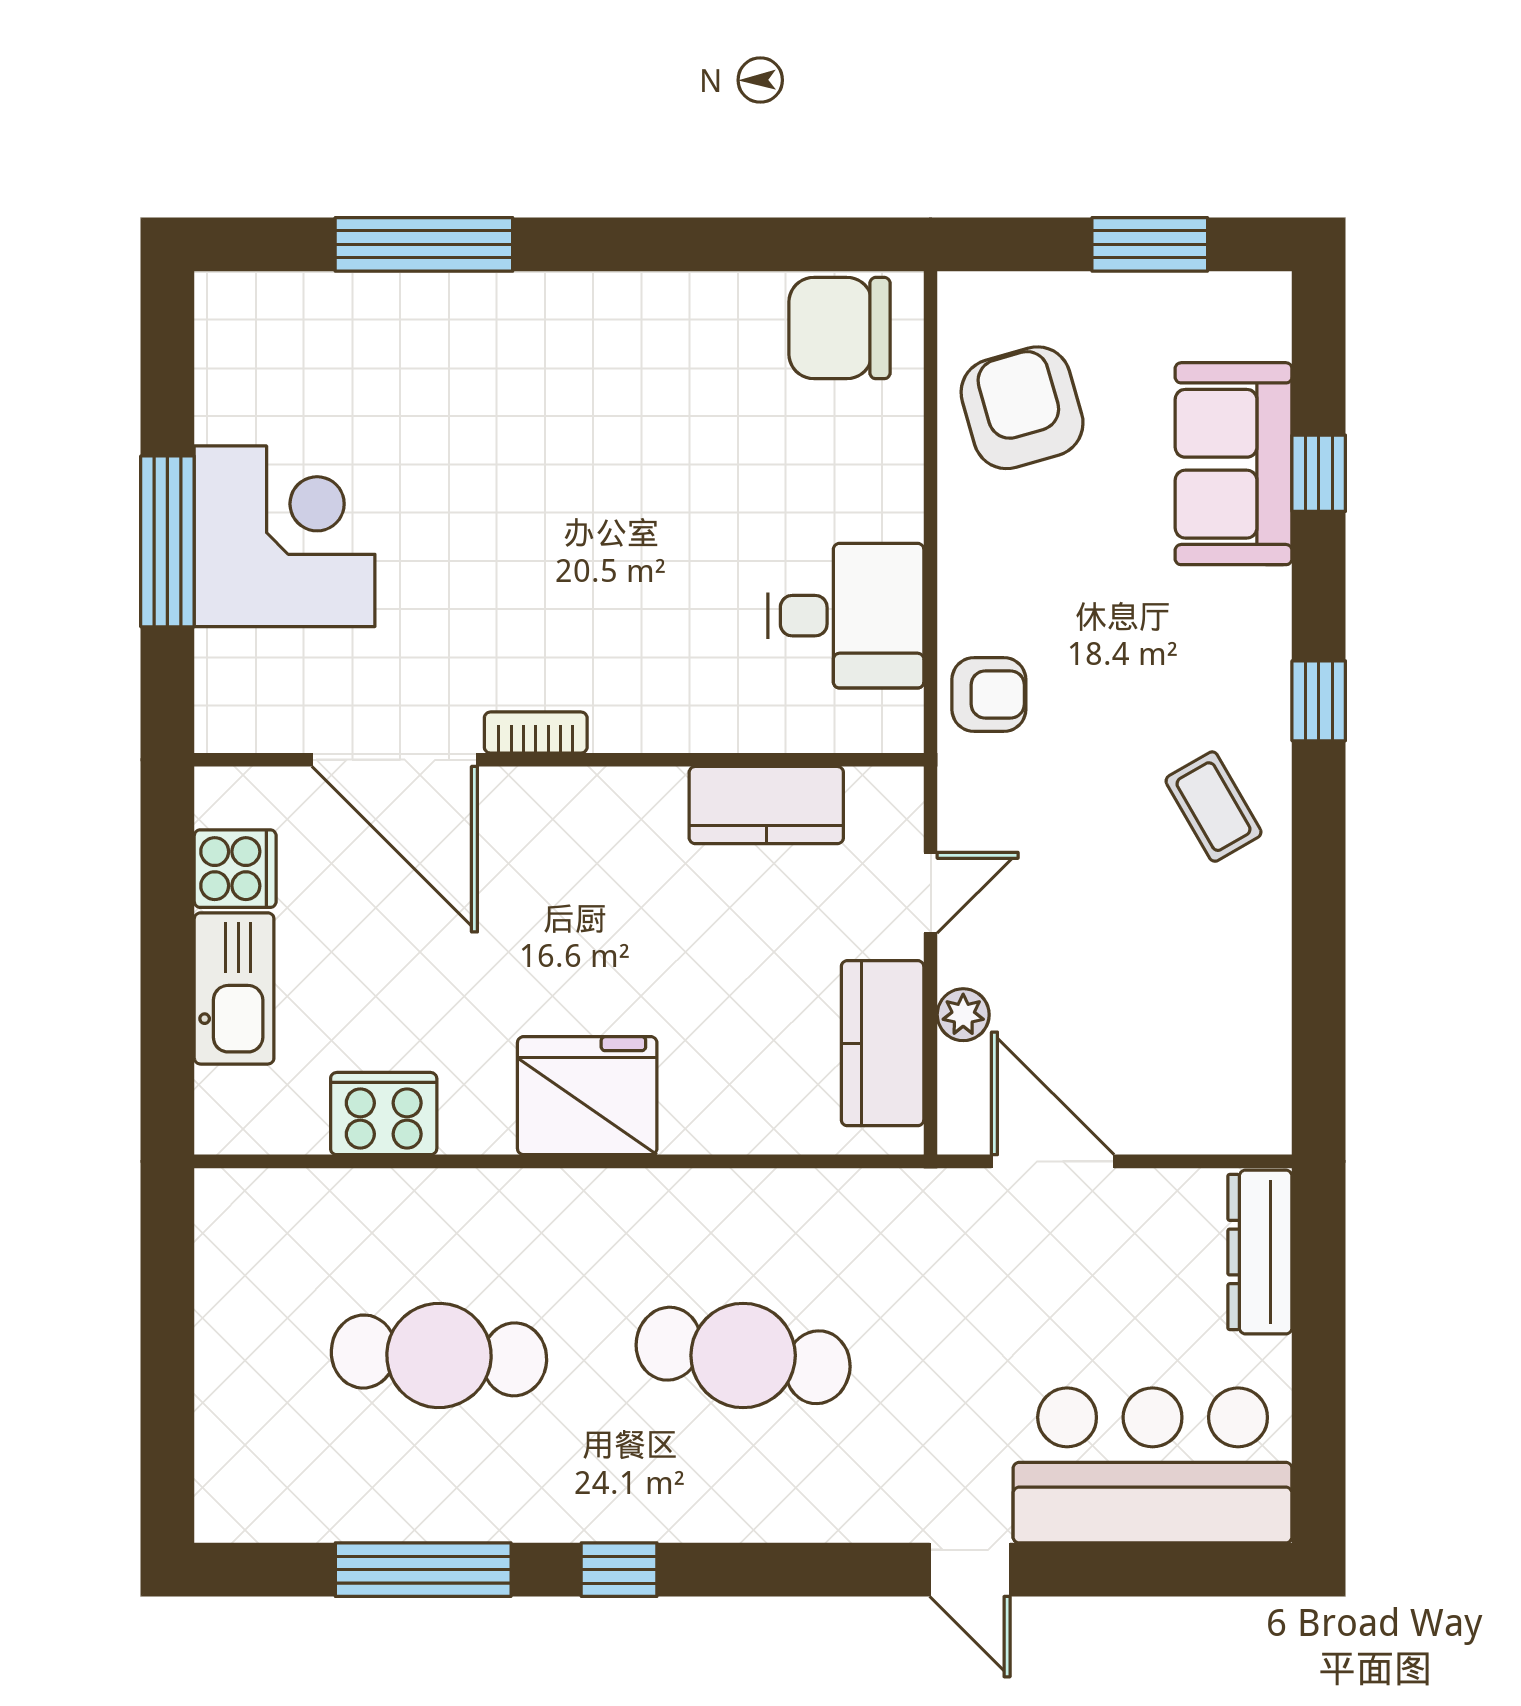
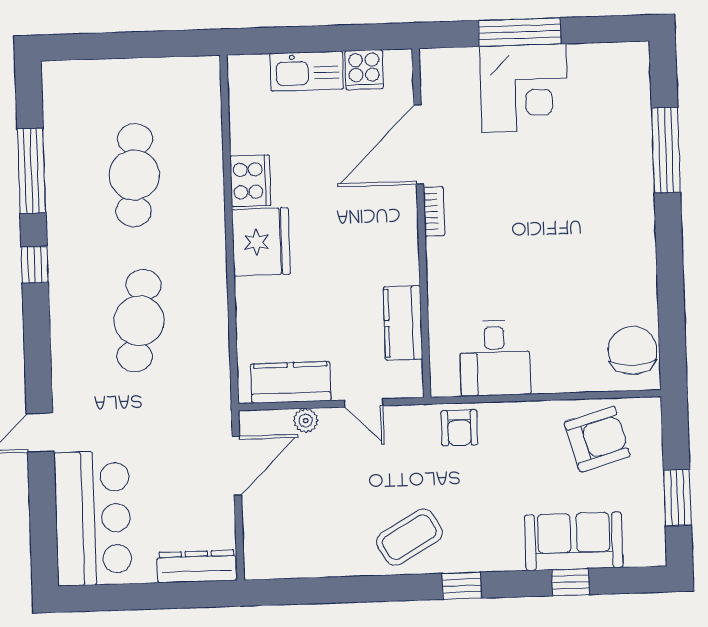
coffee table: (1214, 807) -> (409, 537), width x1.36, depth x1.30
cooker: (384, 1114) -> (250, 181), moved

